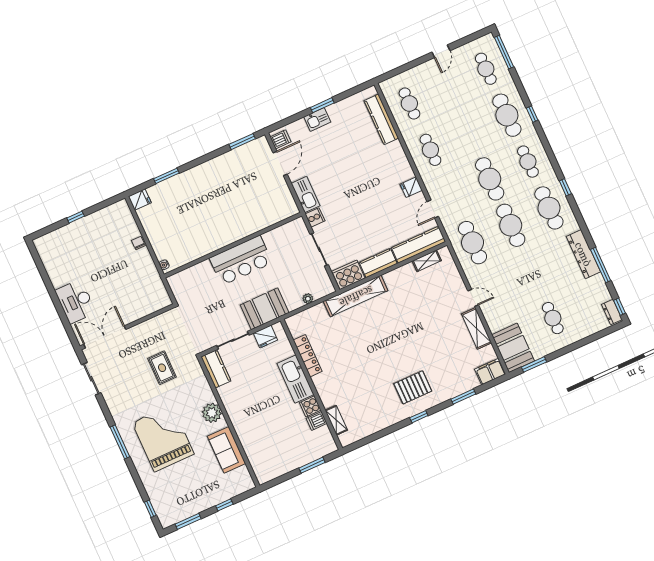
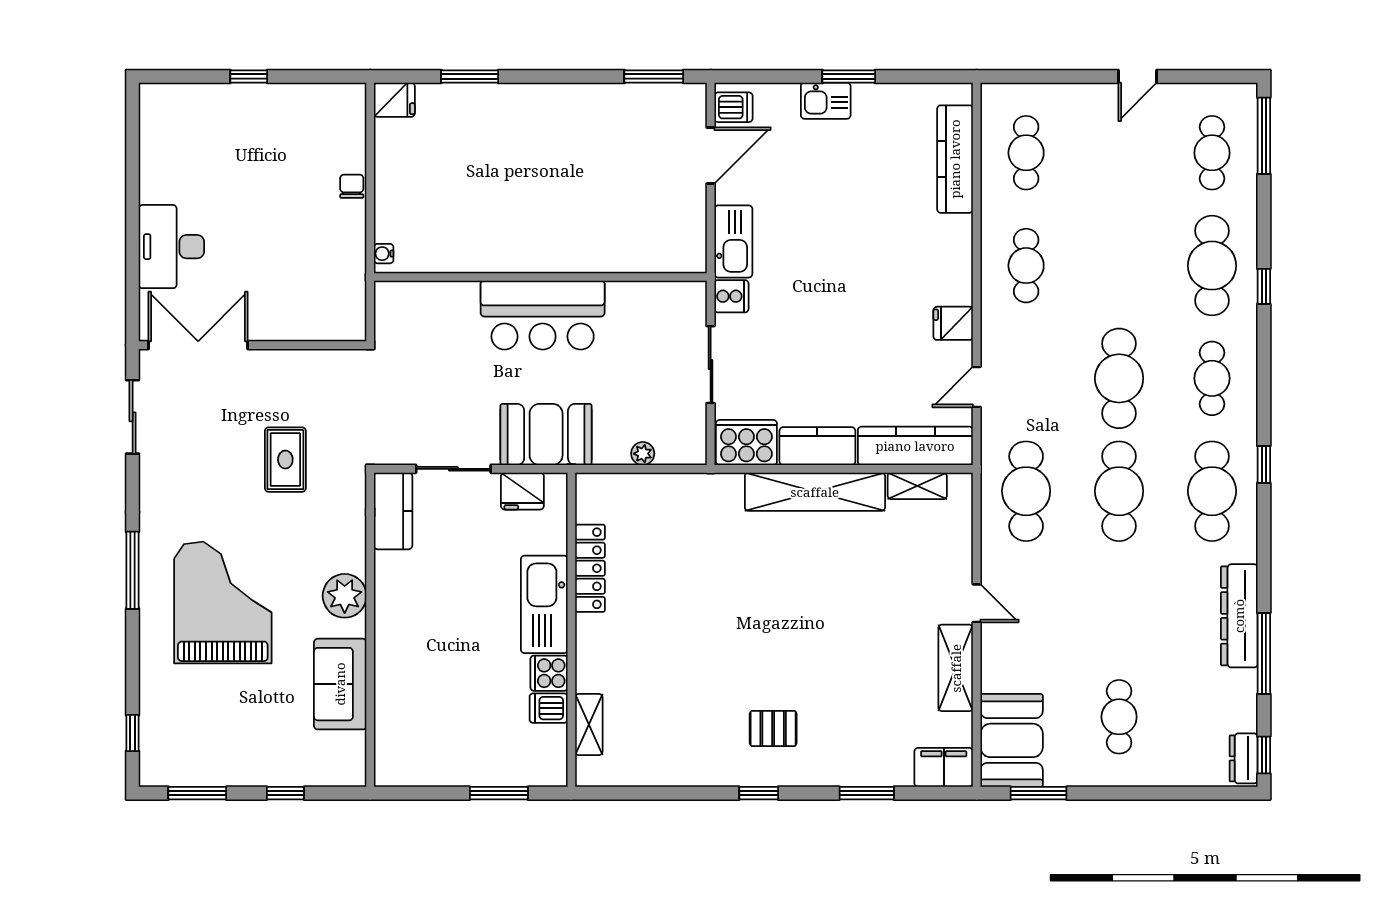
shelving: (356, 296) -> (815, 492), moved
pallet: (413, 387) -> (773, 728), width x0.67, depth x0.71

